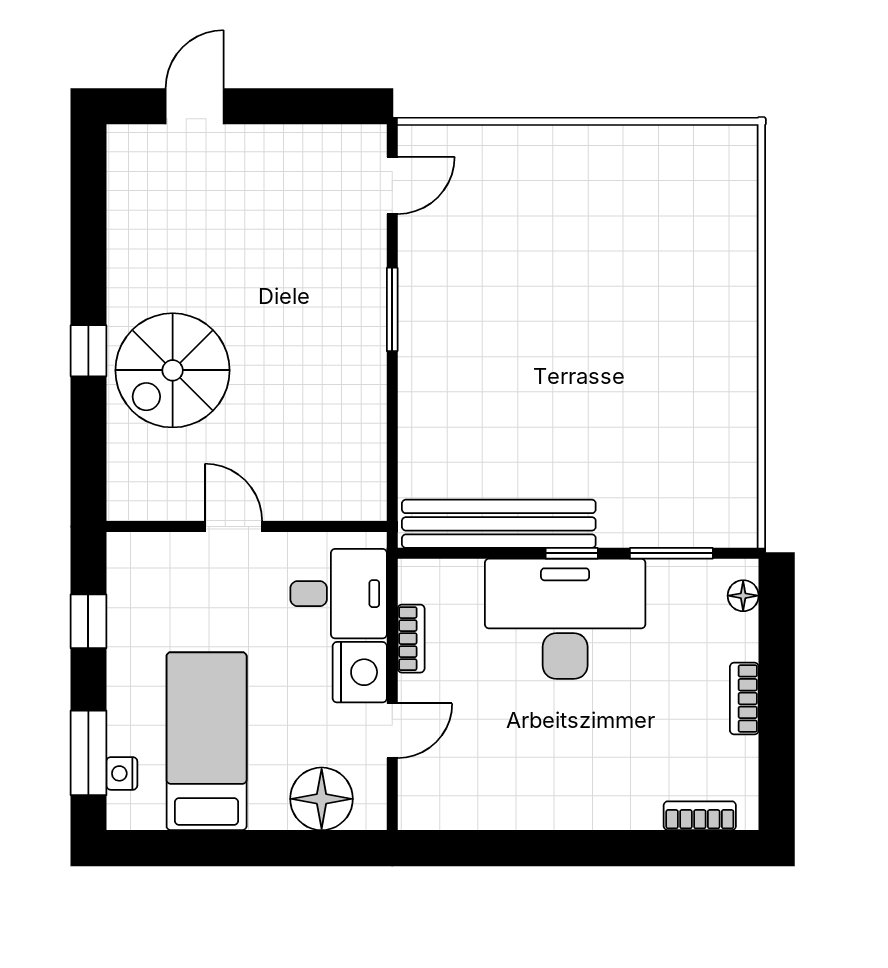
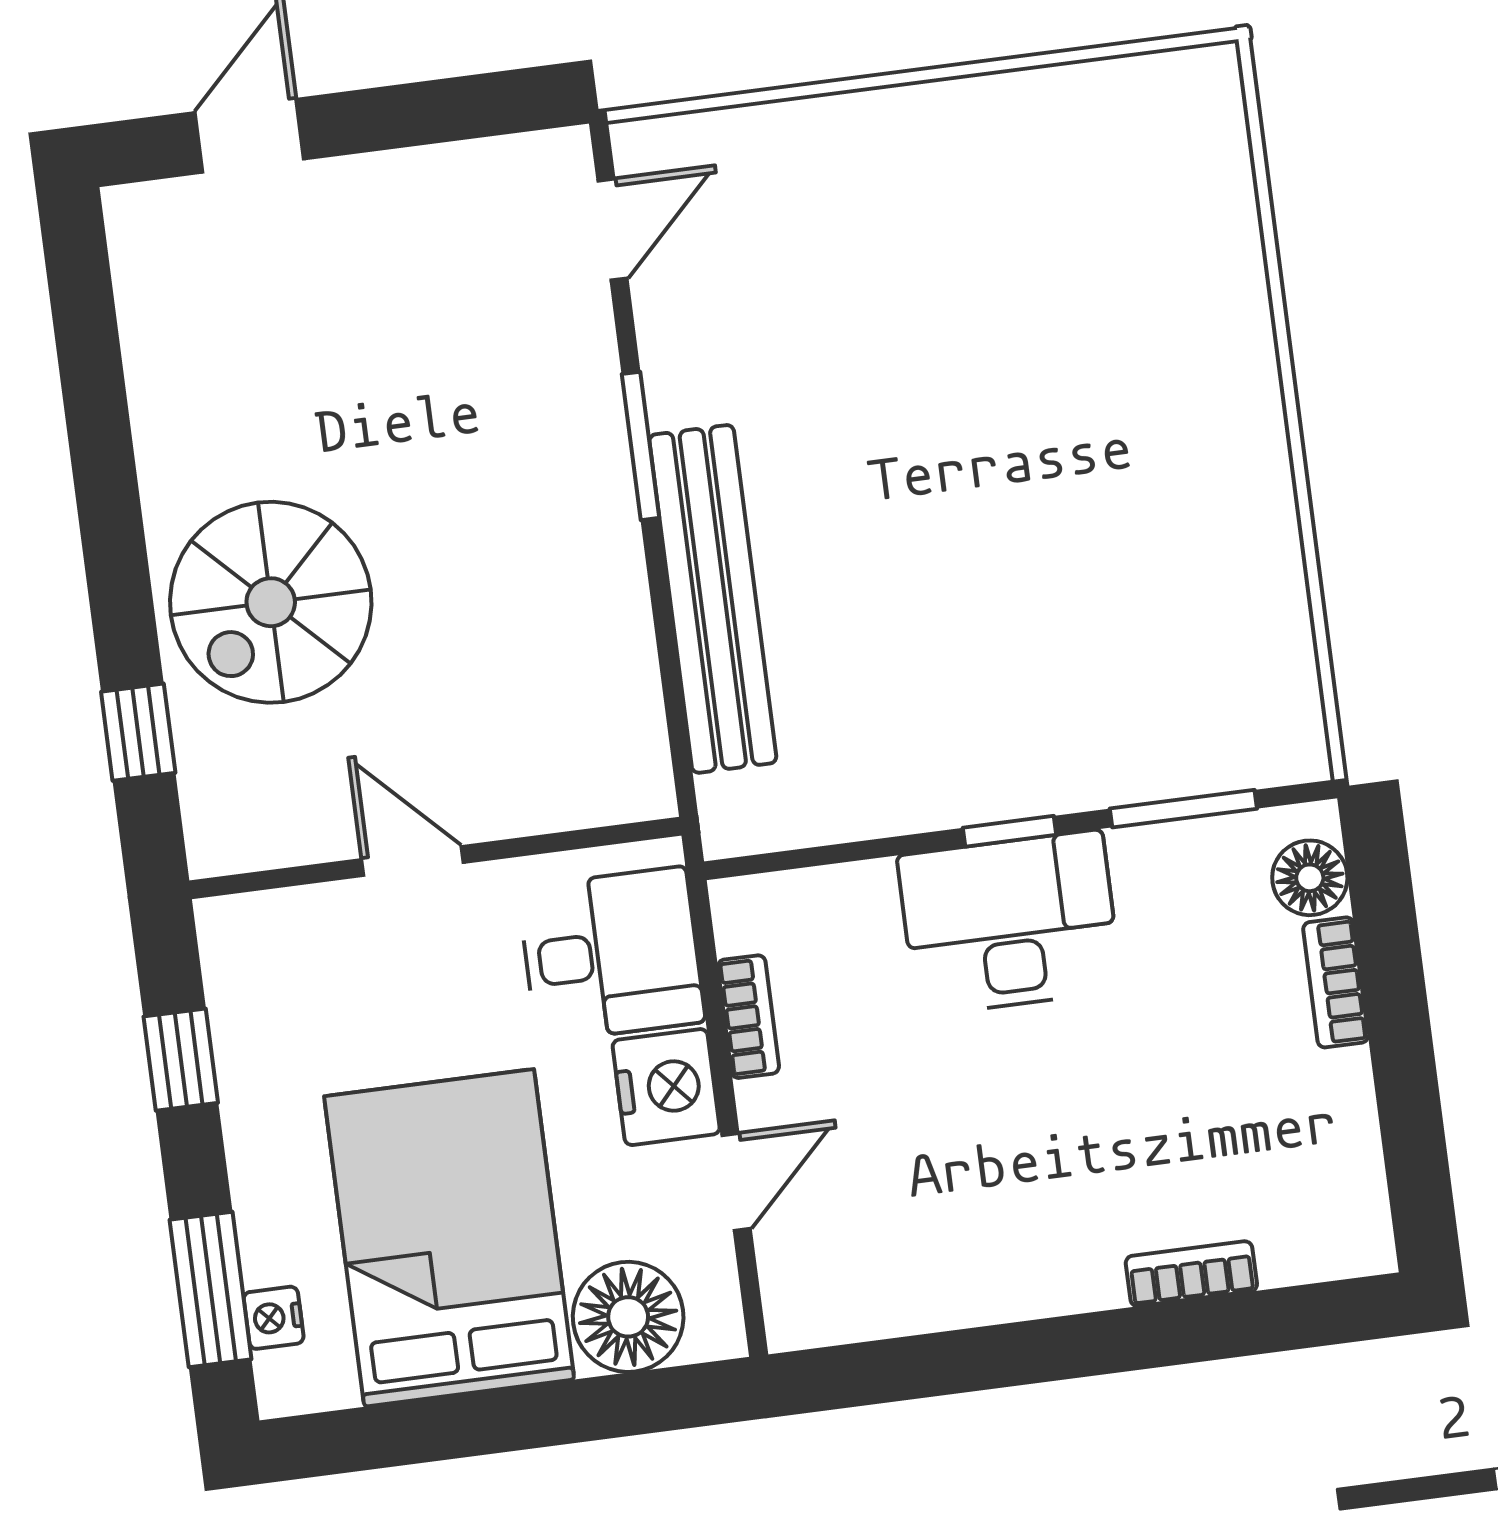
window: (88, 351) -> (138, 732), moved
bench: (499, 524) -> (713, 599), moved, turned 90
floor lamp: (743, 596) -> (1310, 878), width x1.37, depth x1.37
desk: (565, 619) -> (1010, 923), width x0.73, depth x0.77
bookcase: (744, 699) -> (1336, 982), moved
bed: (207, 741) -> (449, 1238), width x1.50
bookcase: (700, 816) -> (1191, 1274), moved

